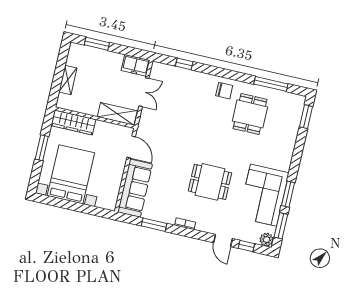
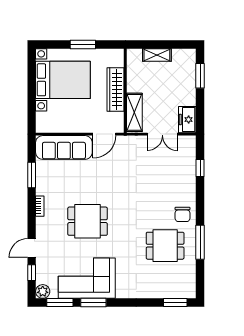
window: (271, 84) -> (200, 242), moved
wardrobe: (73, 122) -> (116, 90), moved
dining table: (210, 182) -> (88, 221), turned 90

